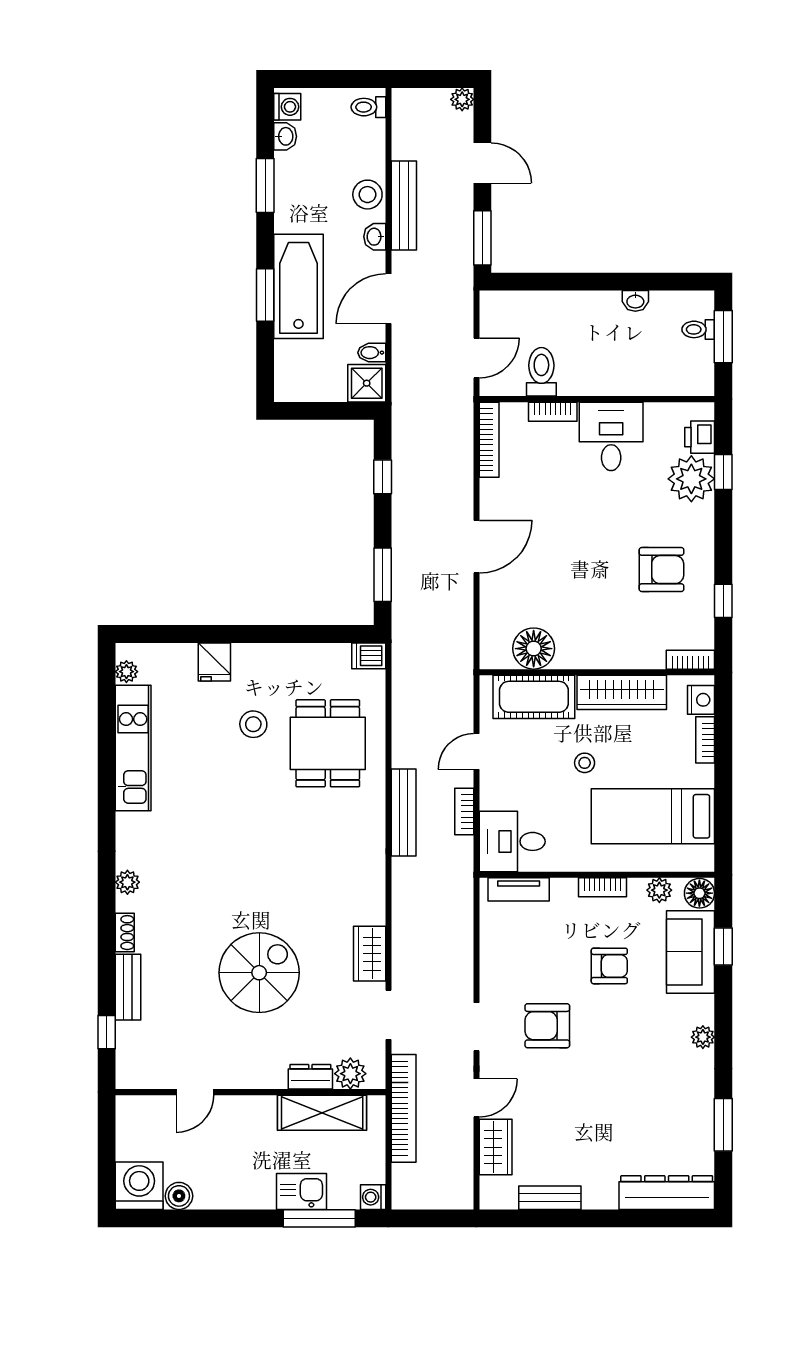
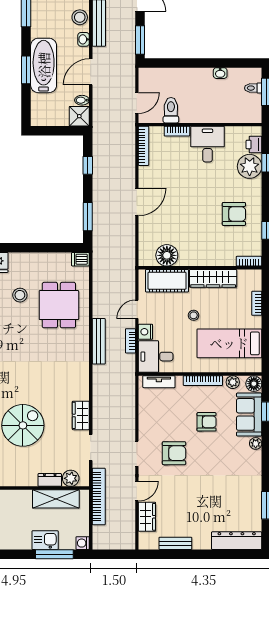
nightstand: (701, 700) -> (145, 332), moved, turned 180
bookcase: (602, 887) -> (203, 381), width x1.56
armchair: (547, 1026) -> (174, 453), turned 180
plant: (703, 1037) -> (256, 443), moved

